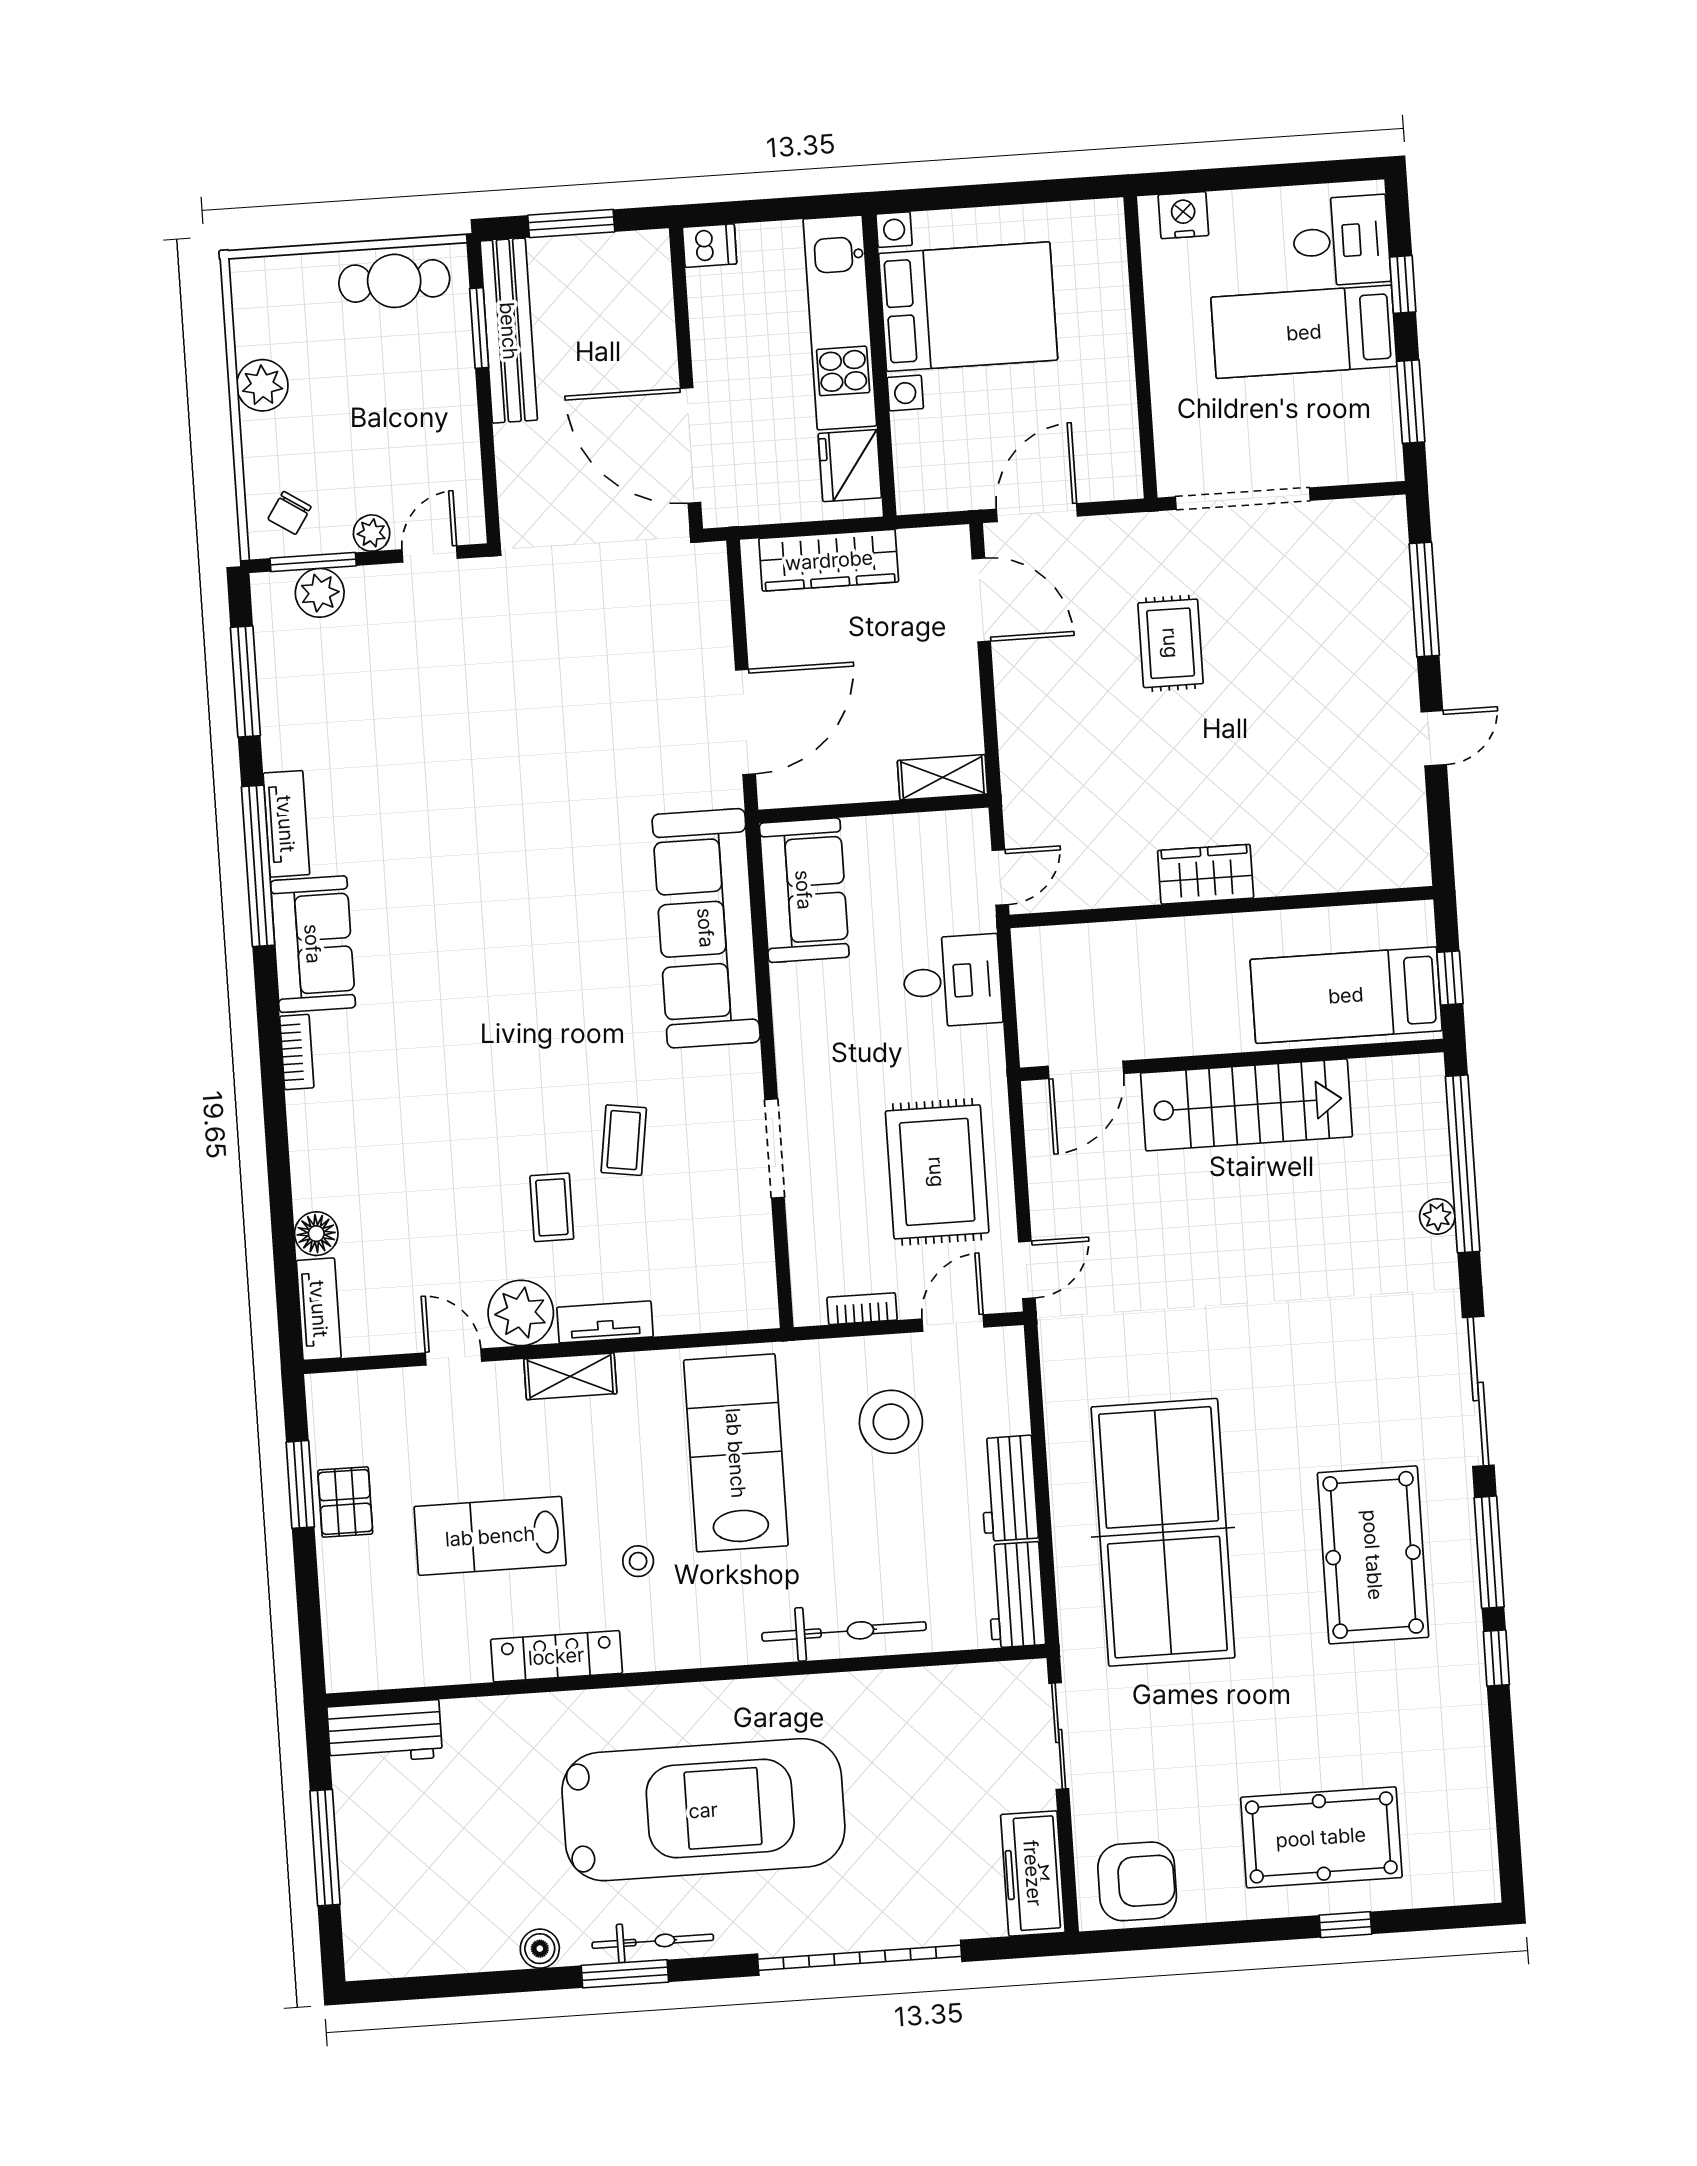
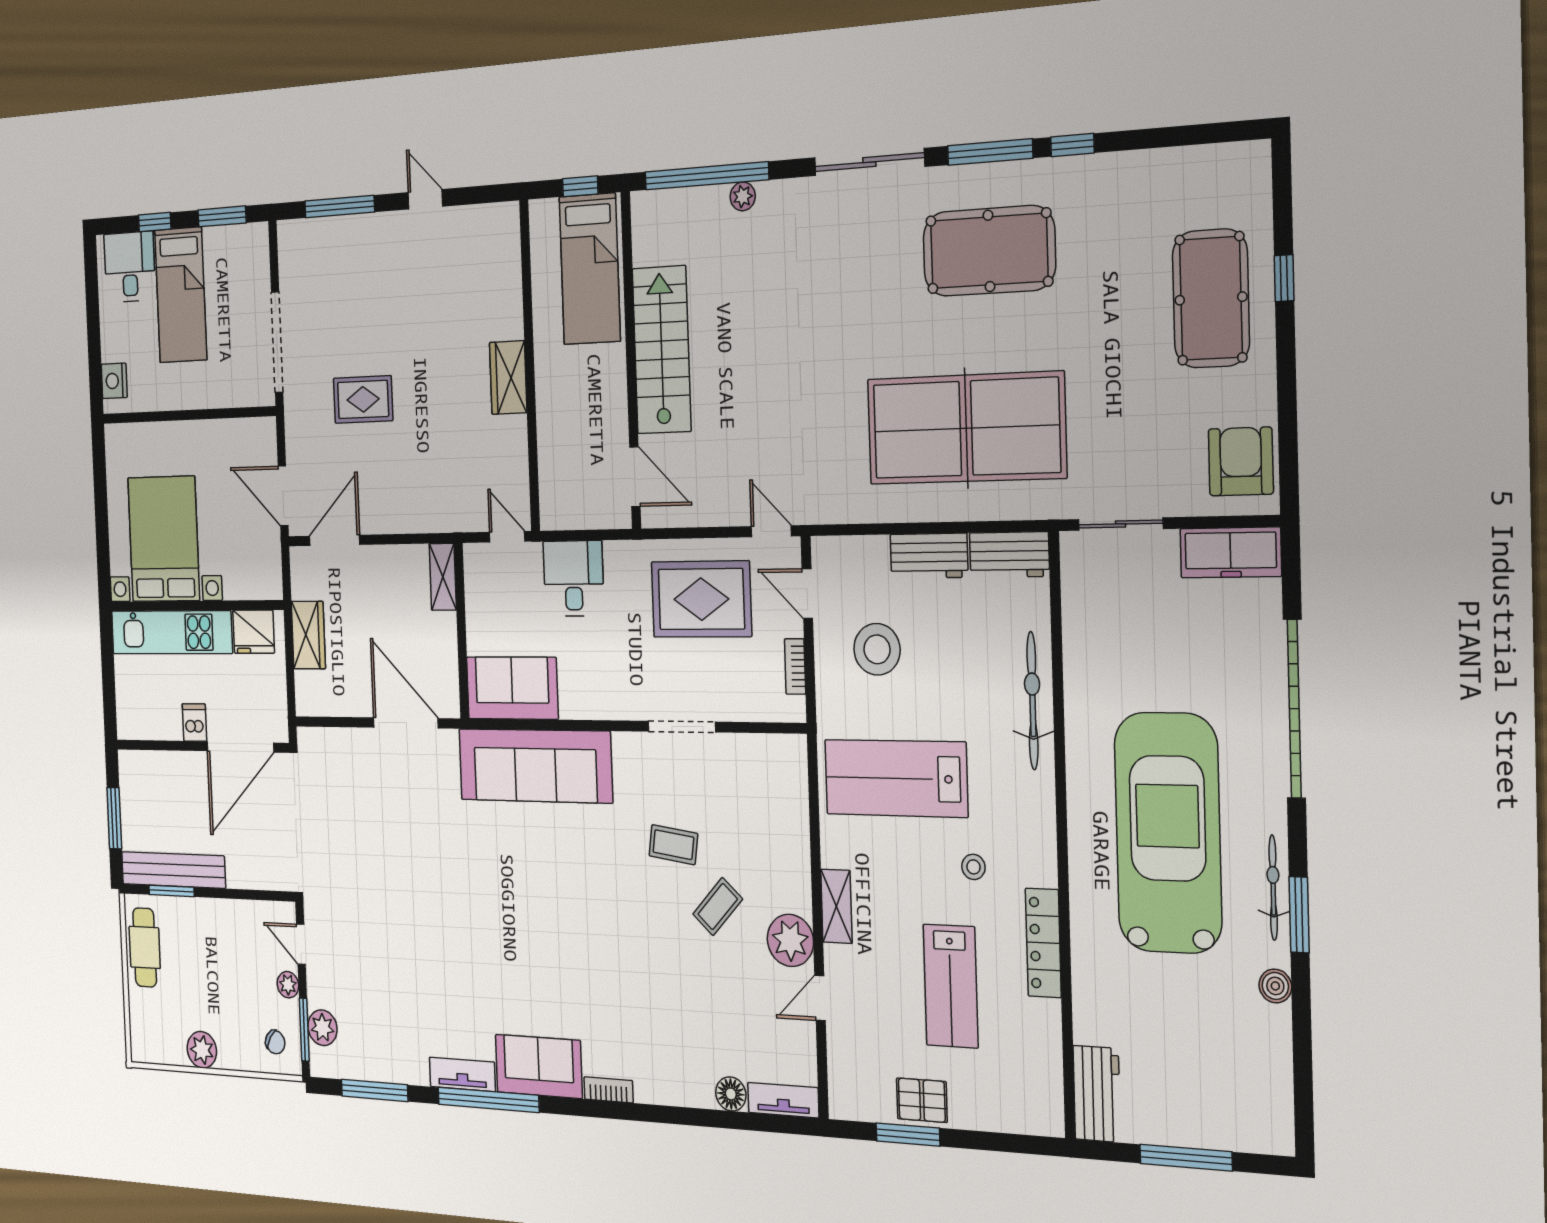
dishwasher: (710, 246) -> (194, 722), moved
wardrobe: (829, 560) -> (308, 635), width x0.67
coffee table: (552, 1207) -> (718, 907), turned -47
tv unit: (605, 1322) -> (799, 874), removed

